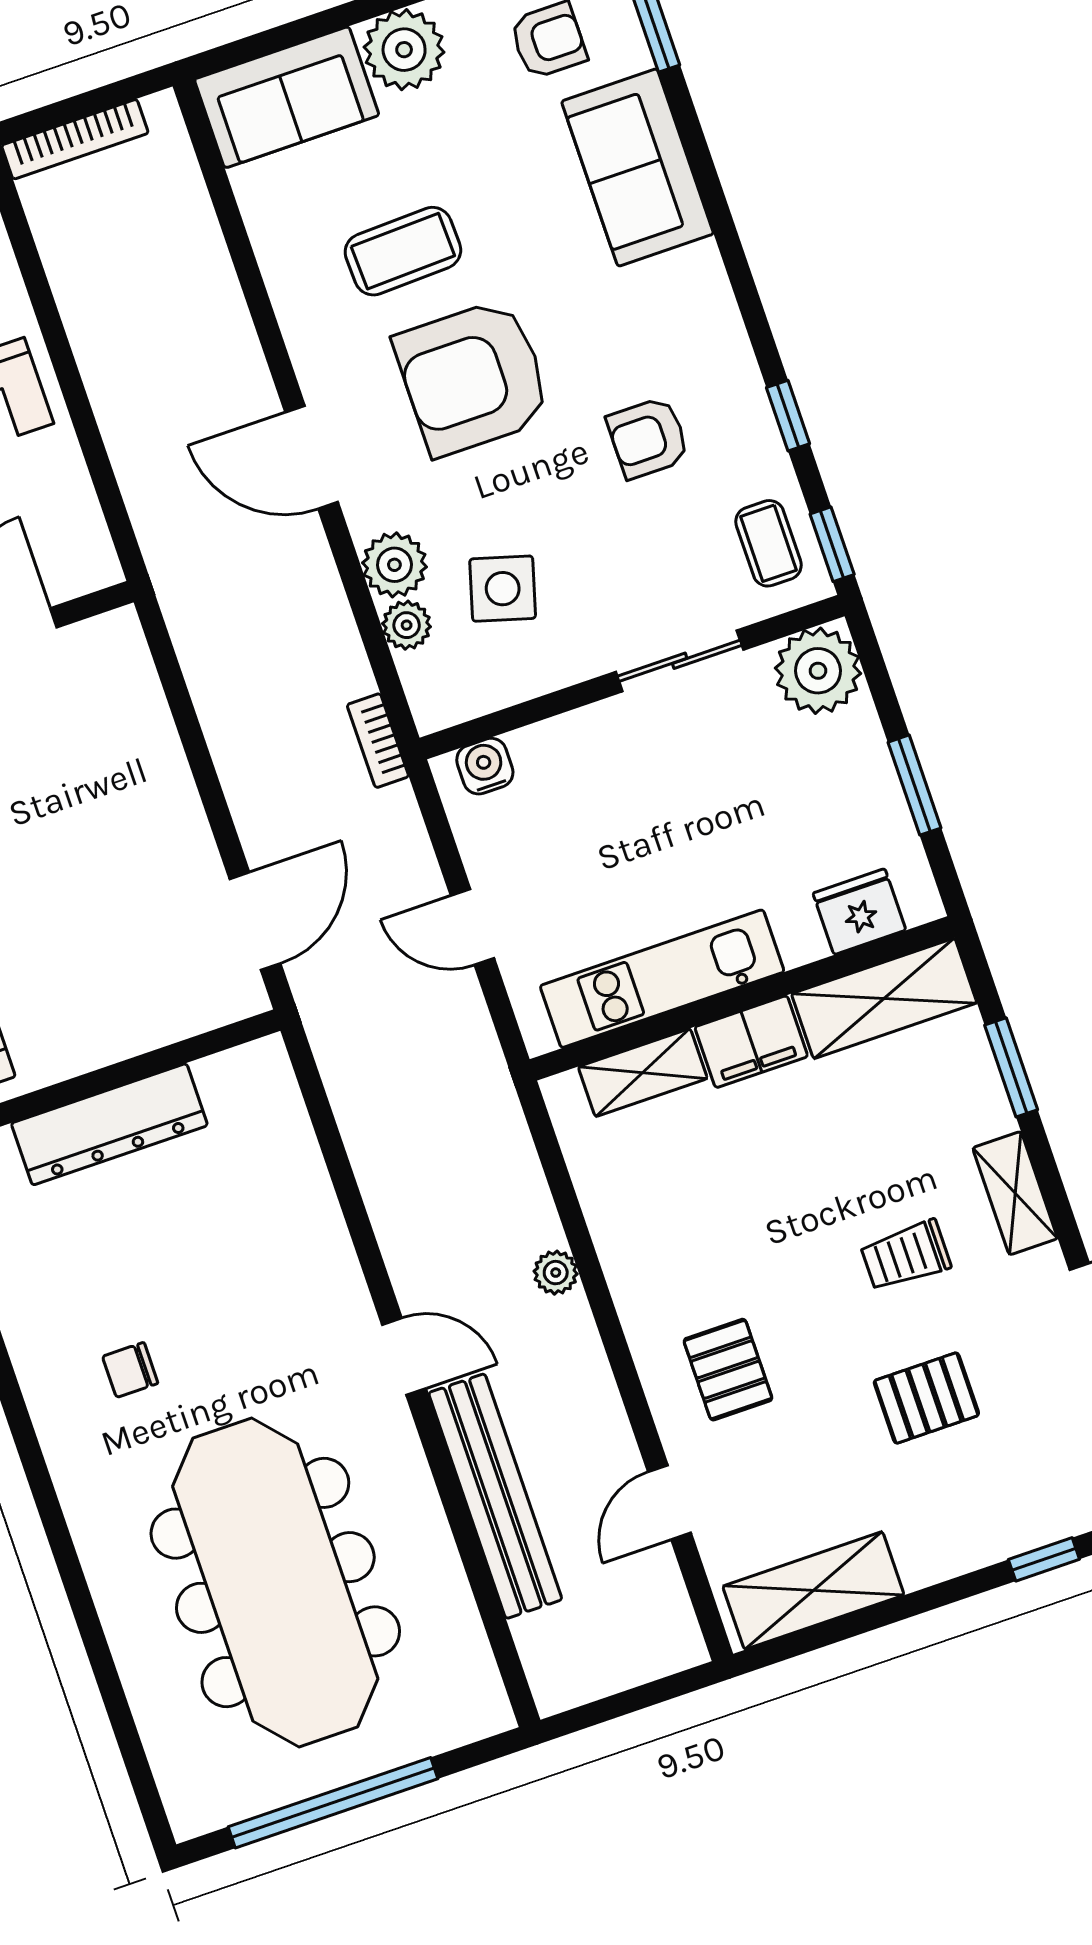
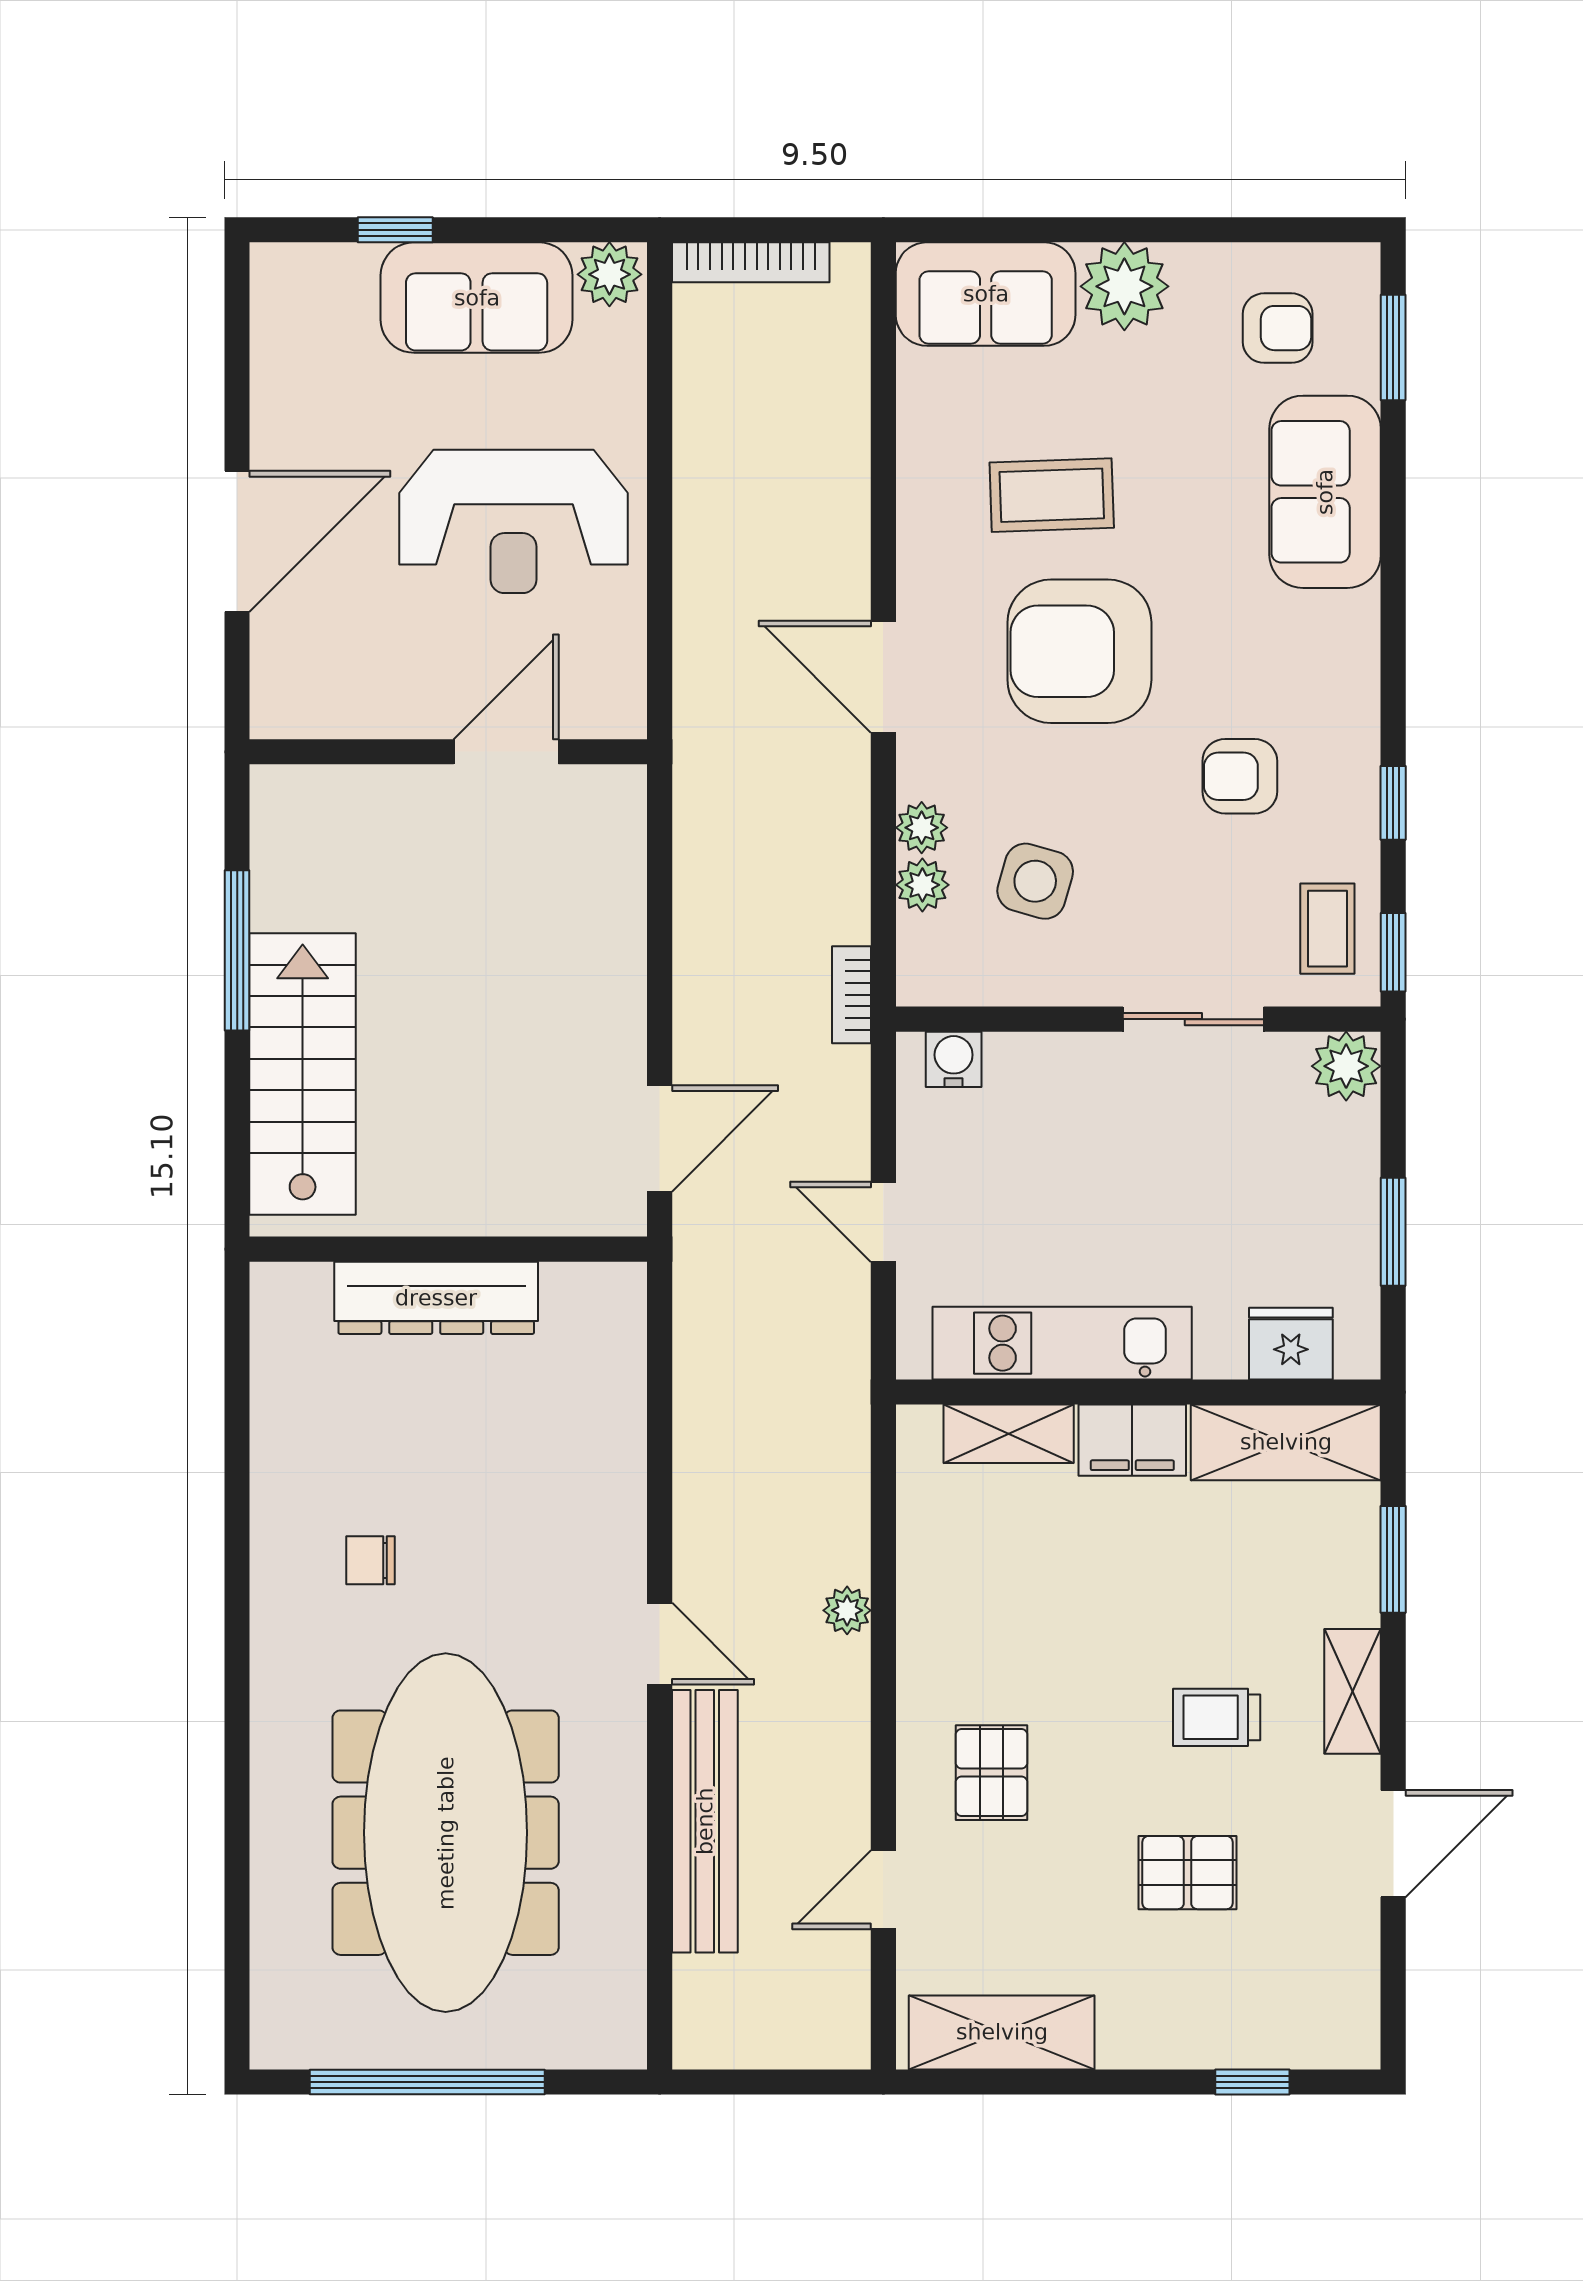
plant: (394, 565) -> (922, 828), width x0.73, depth x0.73
plant: (818, 671) -> (1346, 1066), width x0.73, depth x0.73

